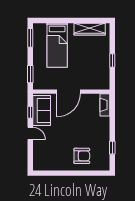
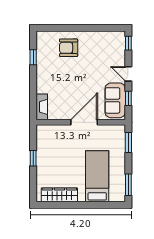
window: (30, 160) -> (128, 43), added

